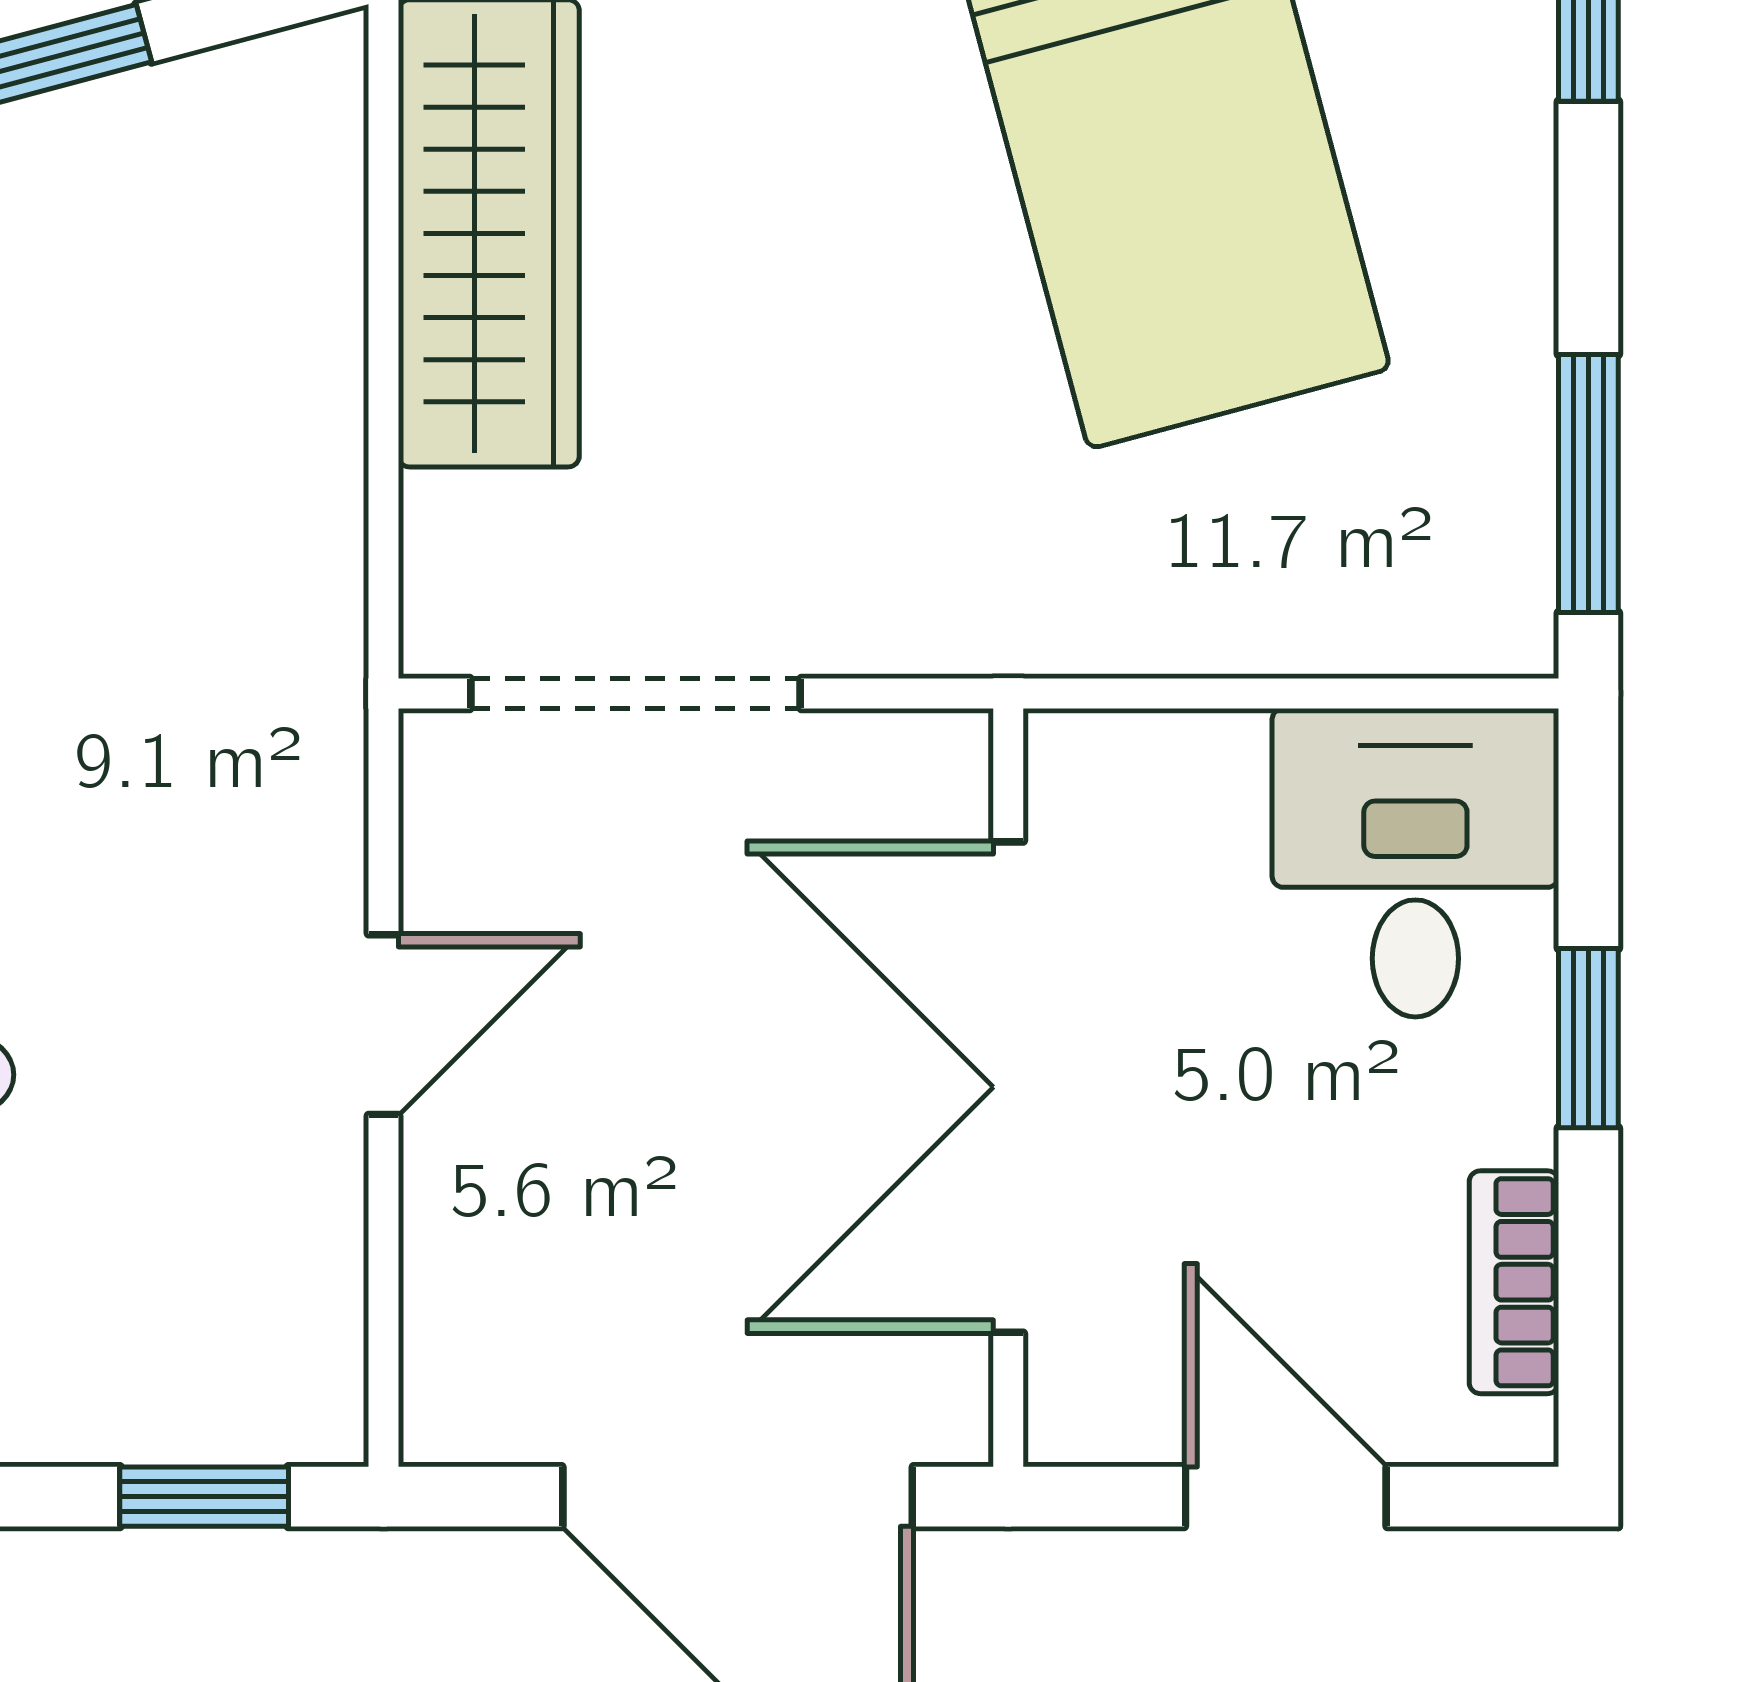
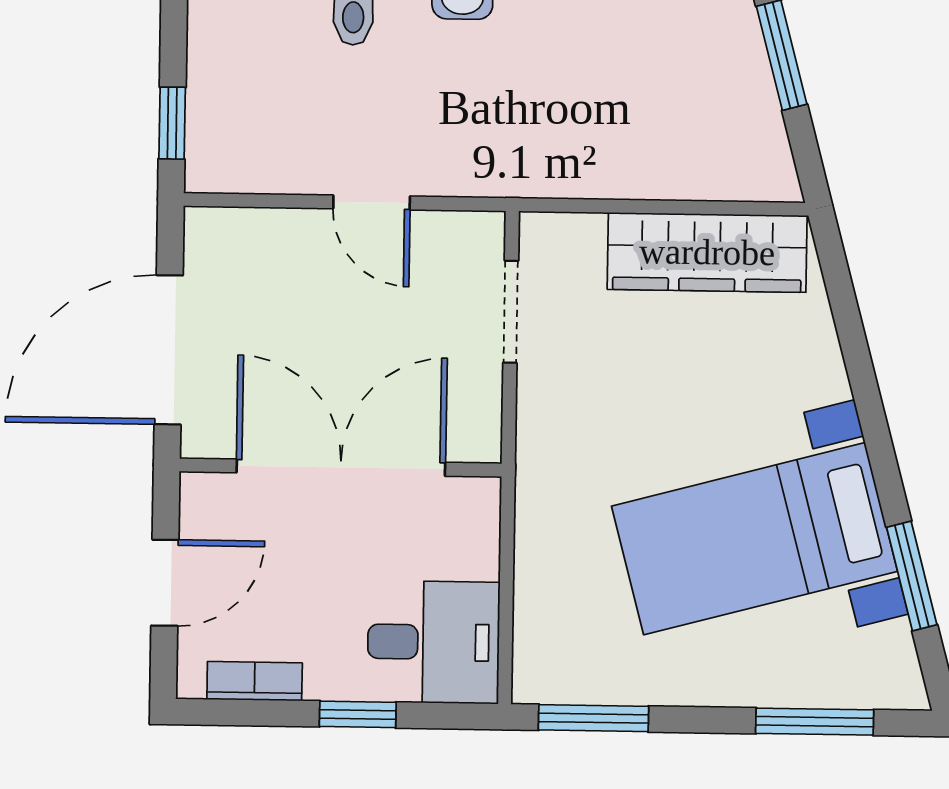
doorway: (635, 693) -> (511, 312), width x0.73

